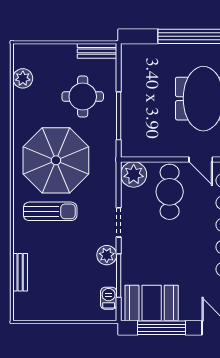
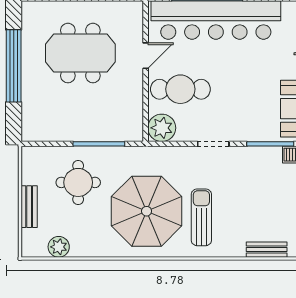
bench: (97, 51) -> (29, 207), moved
plant: (107, 255) -> (248, 157), removed

